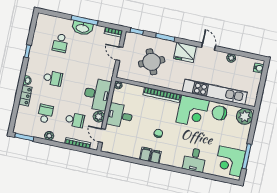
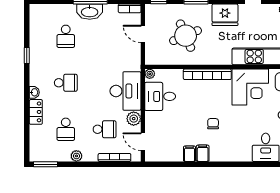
school desk: (45, 114) -> (66, 129), turned 180
desk: (120, 116) -> (160, 96), moved
filing cabinet: (156, 157) -> (189, 154), moved

